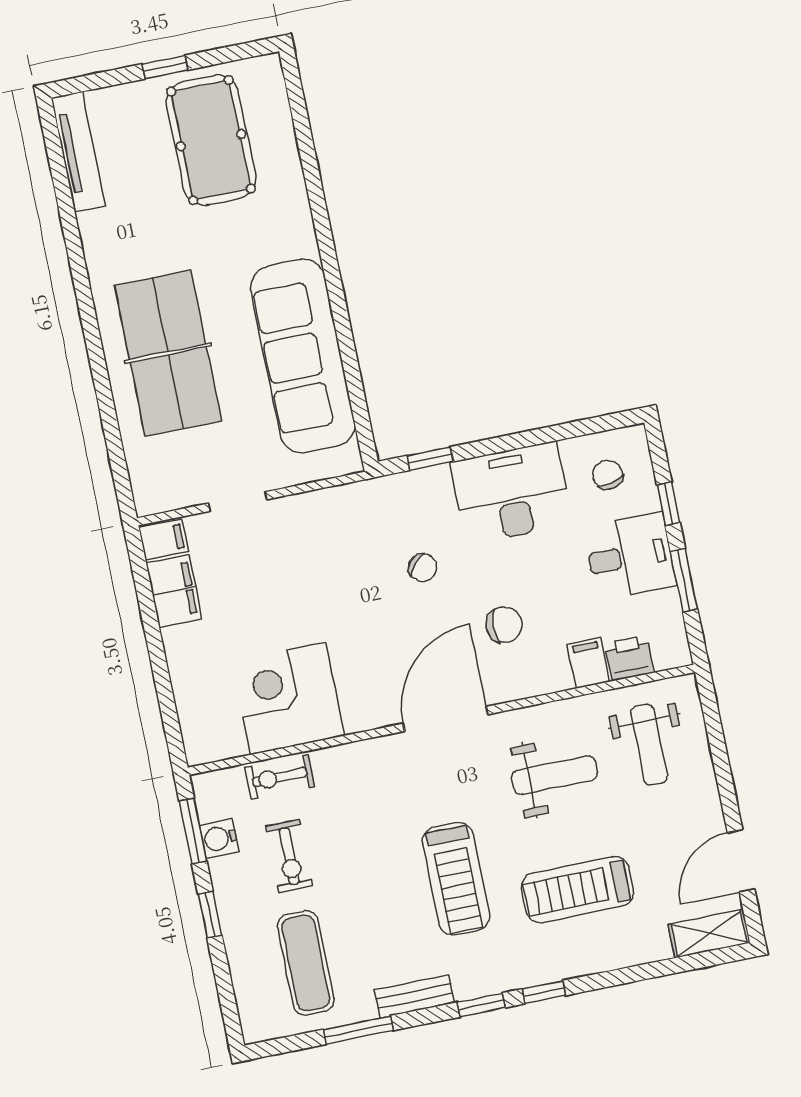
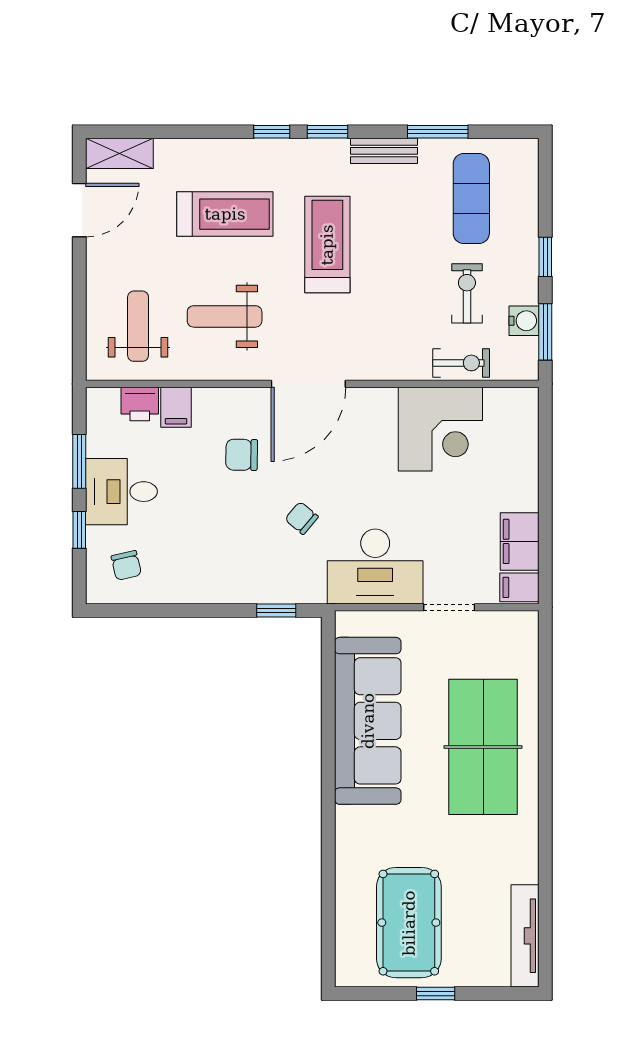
desk: (511, 493) -> (375, 567), moved

